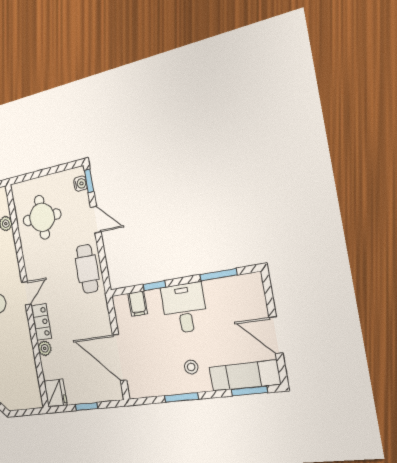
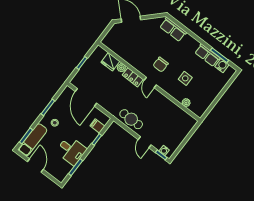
round table: (42, 217) -> (170, 121), removed
door: (96, 220) -> (145, 142), hinge flipped
desk: (184, 308) -> (71, 150), moved
door: (276, 335) -> (35, 165), hinge flipped
door: (120, 357) -> (86, 97), swing flipped
fridge: (55, 393) -> (110, 62), moved

